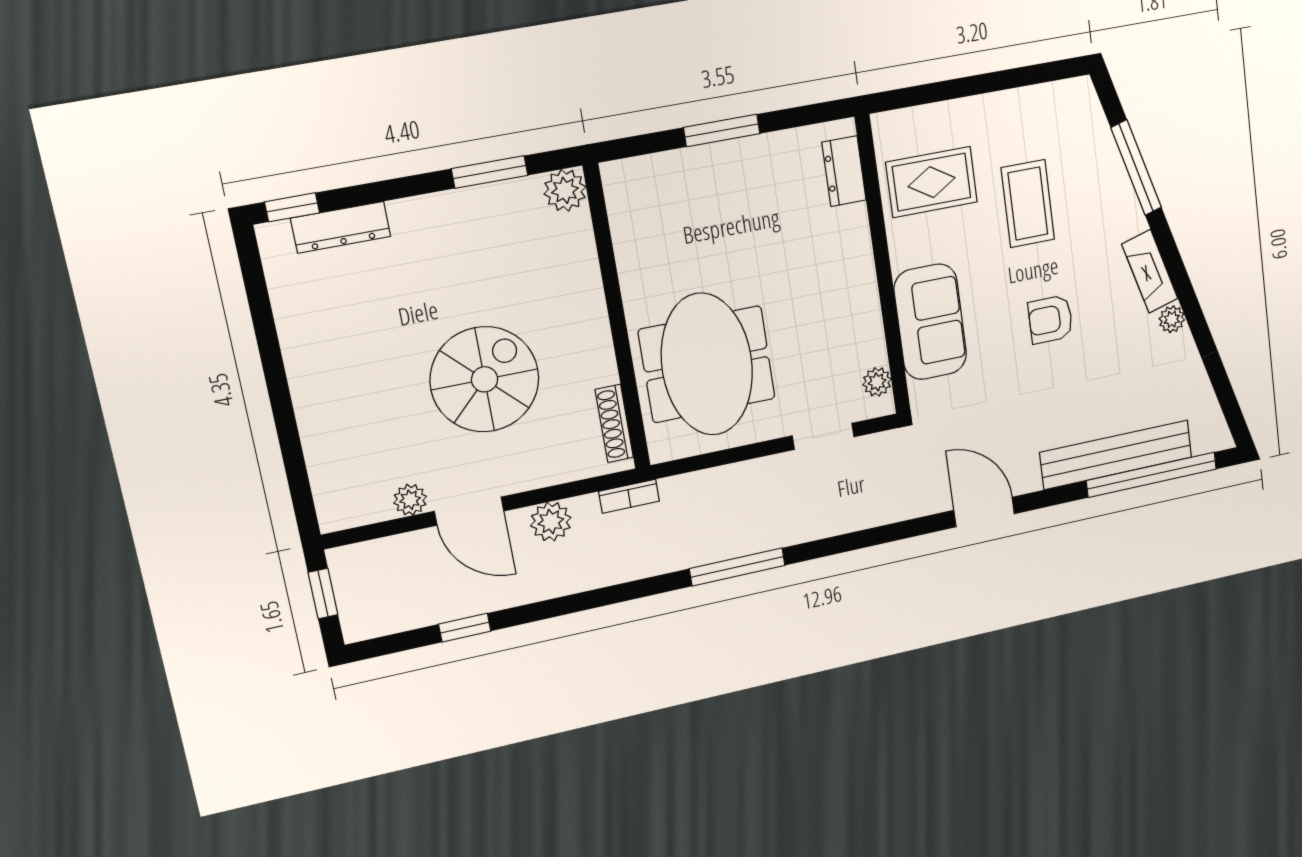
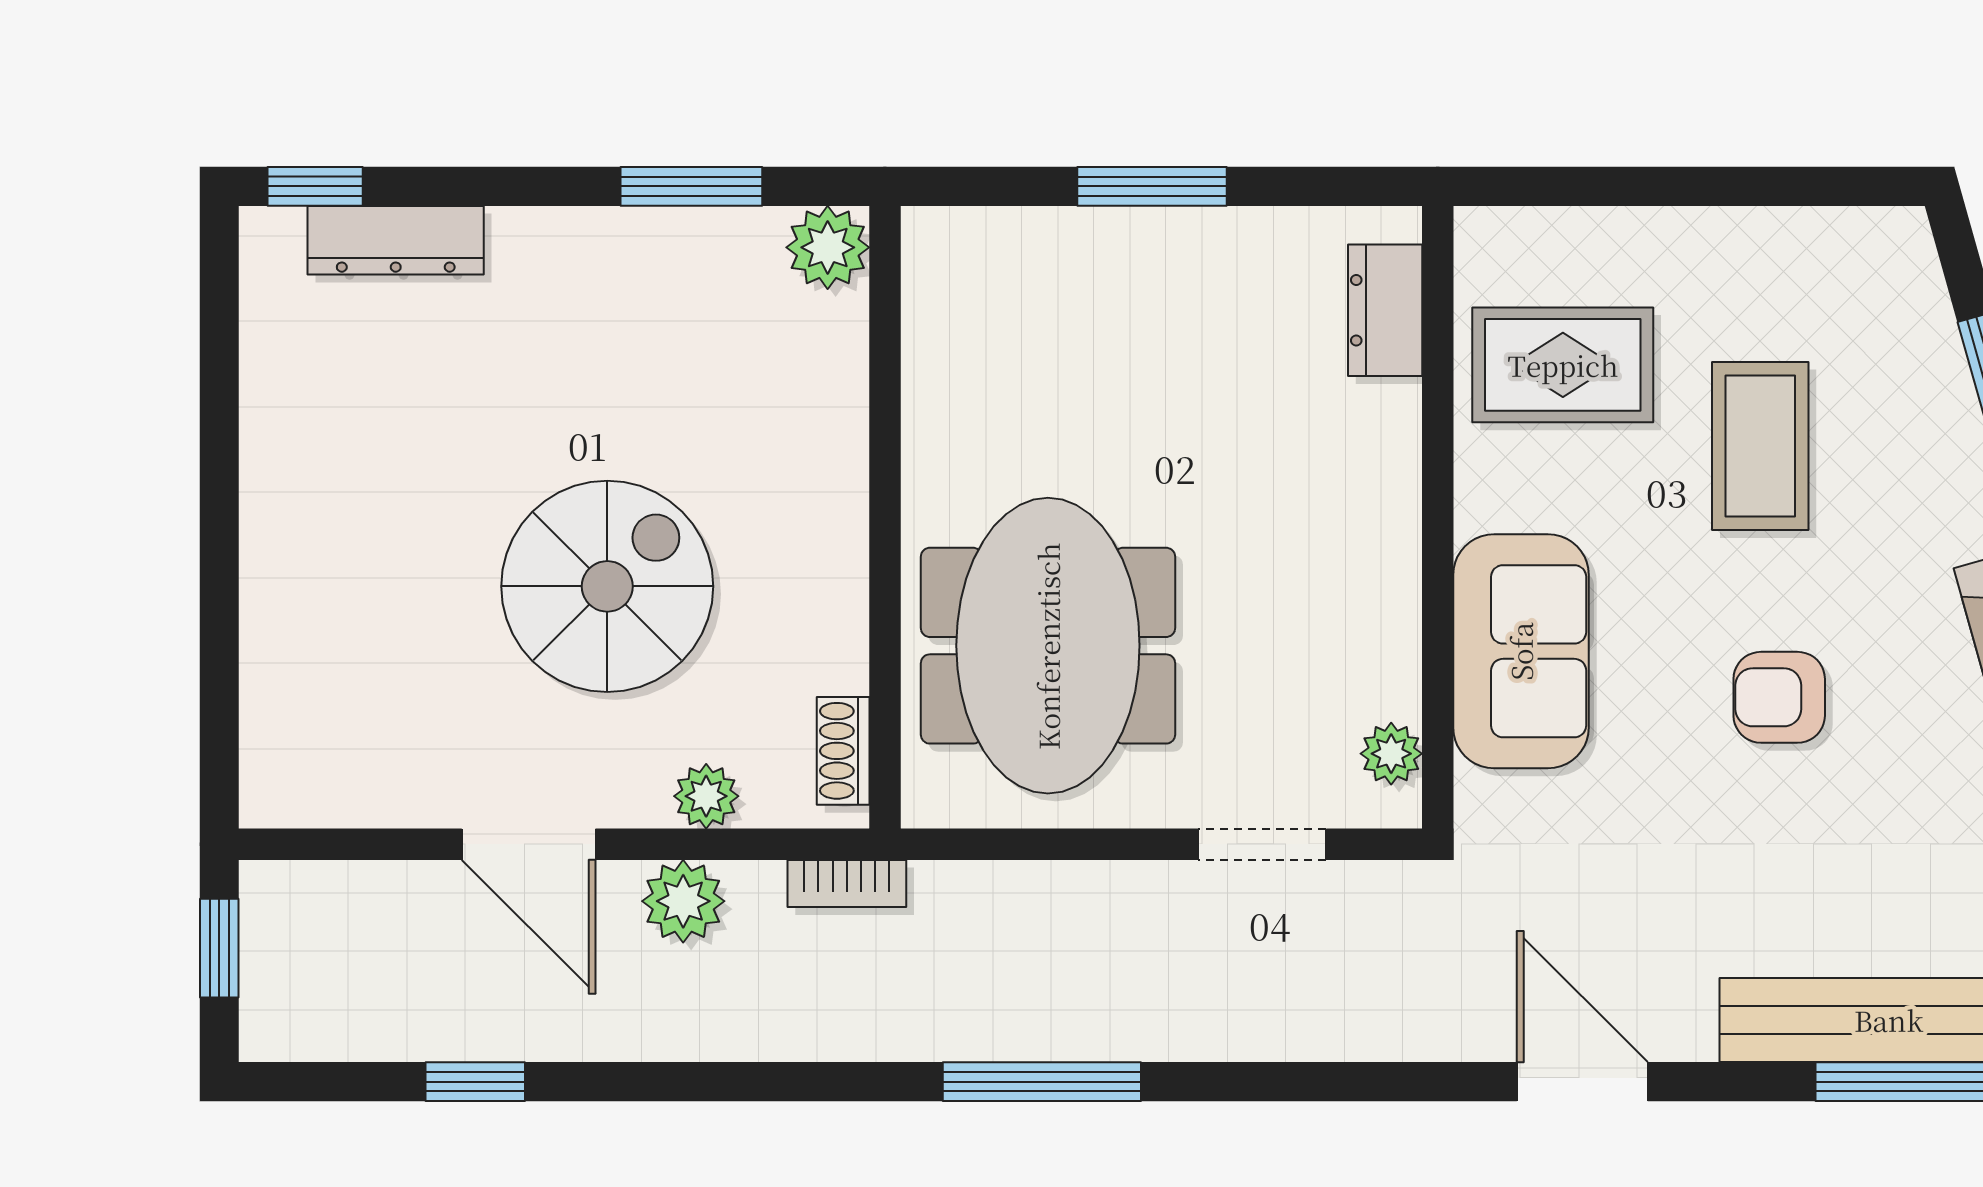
shoe rack: (614, 424) -> (843, 751), width x0.70
plant: (410, 500) -> (706, 796), moved

